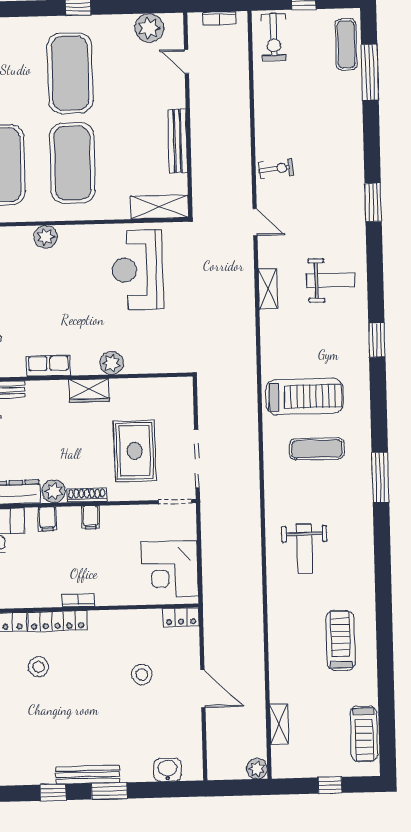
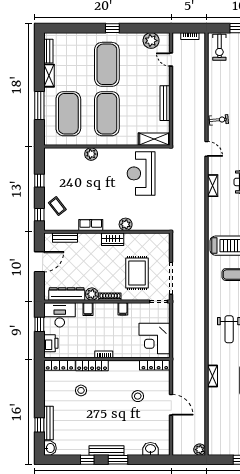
filing cabinet: (91, 517) -> (123, 309), moved
locker: (181, 617) -> (155, 365), width x1.53
shelving: (279, 724) -> (213, 376), moved

